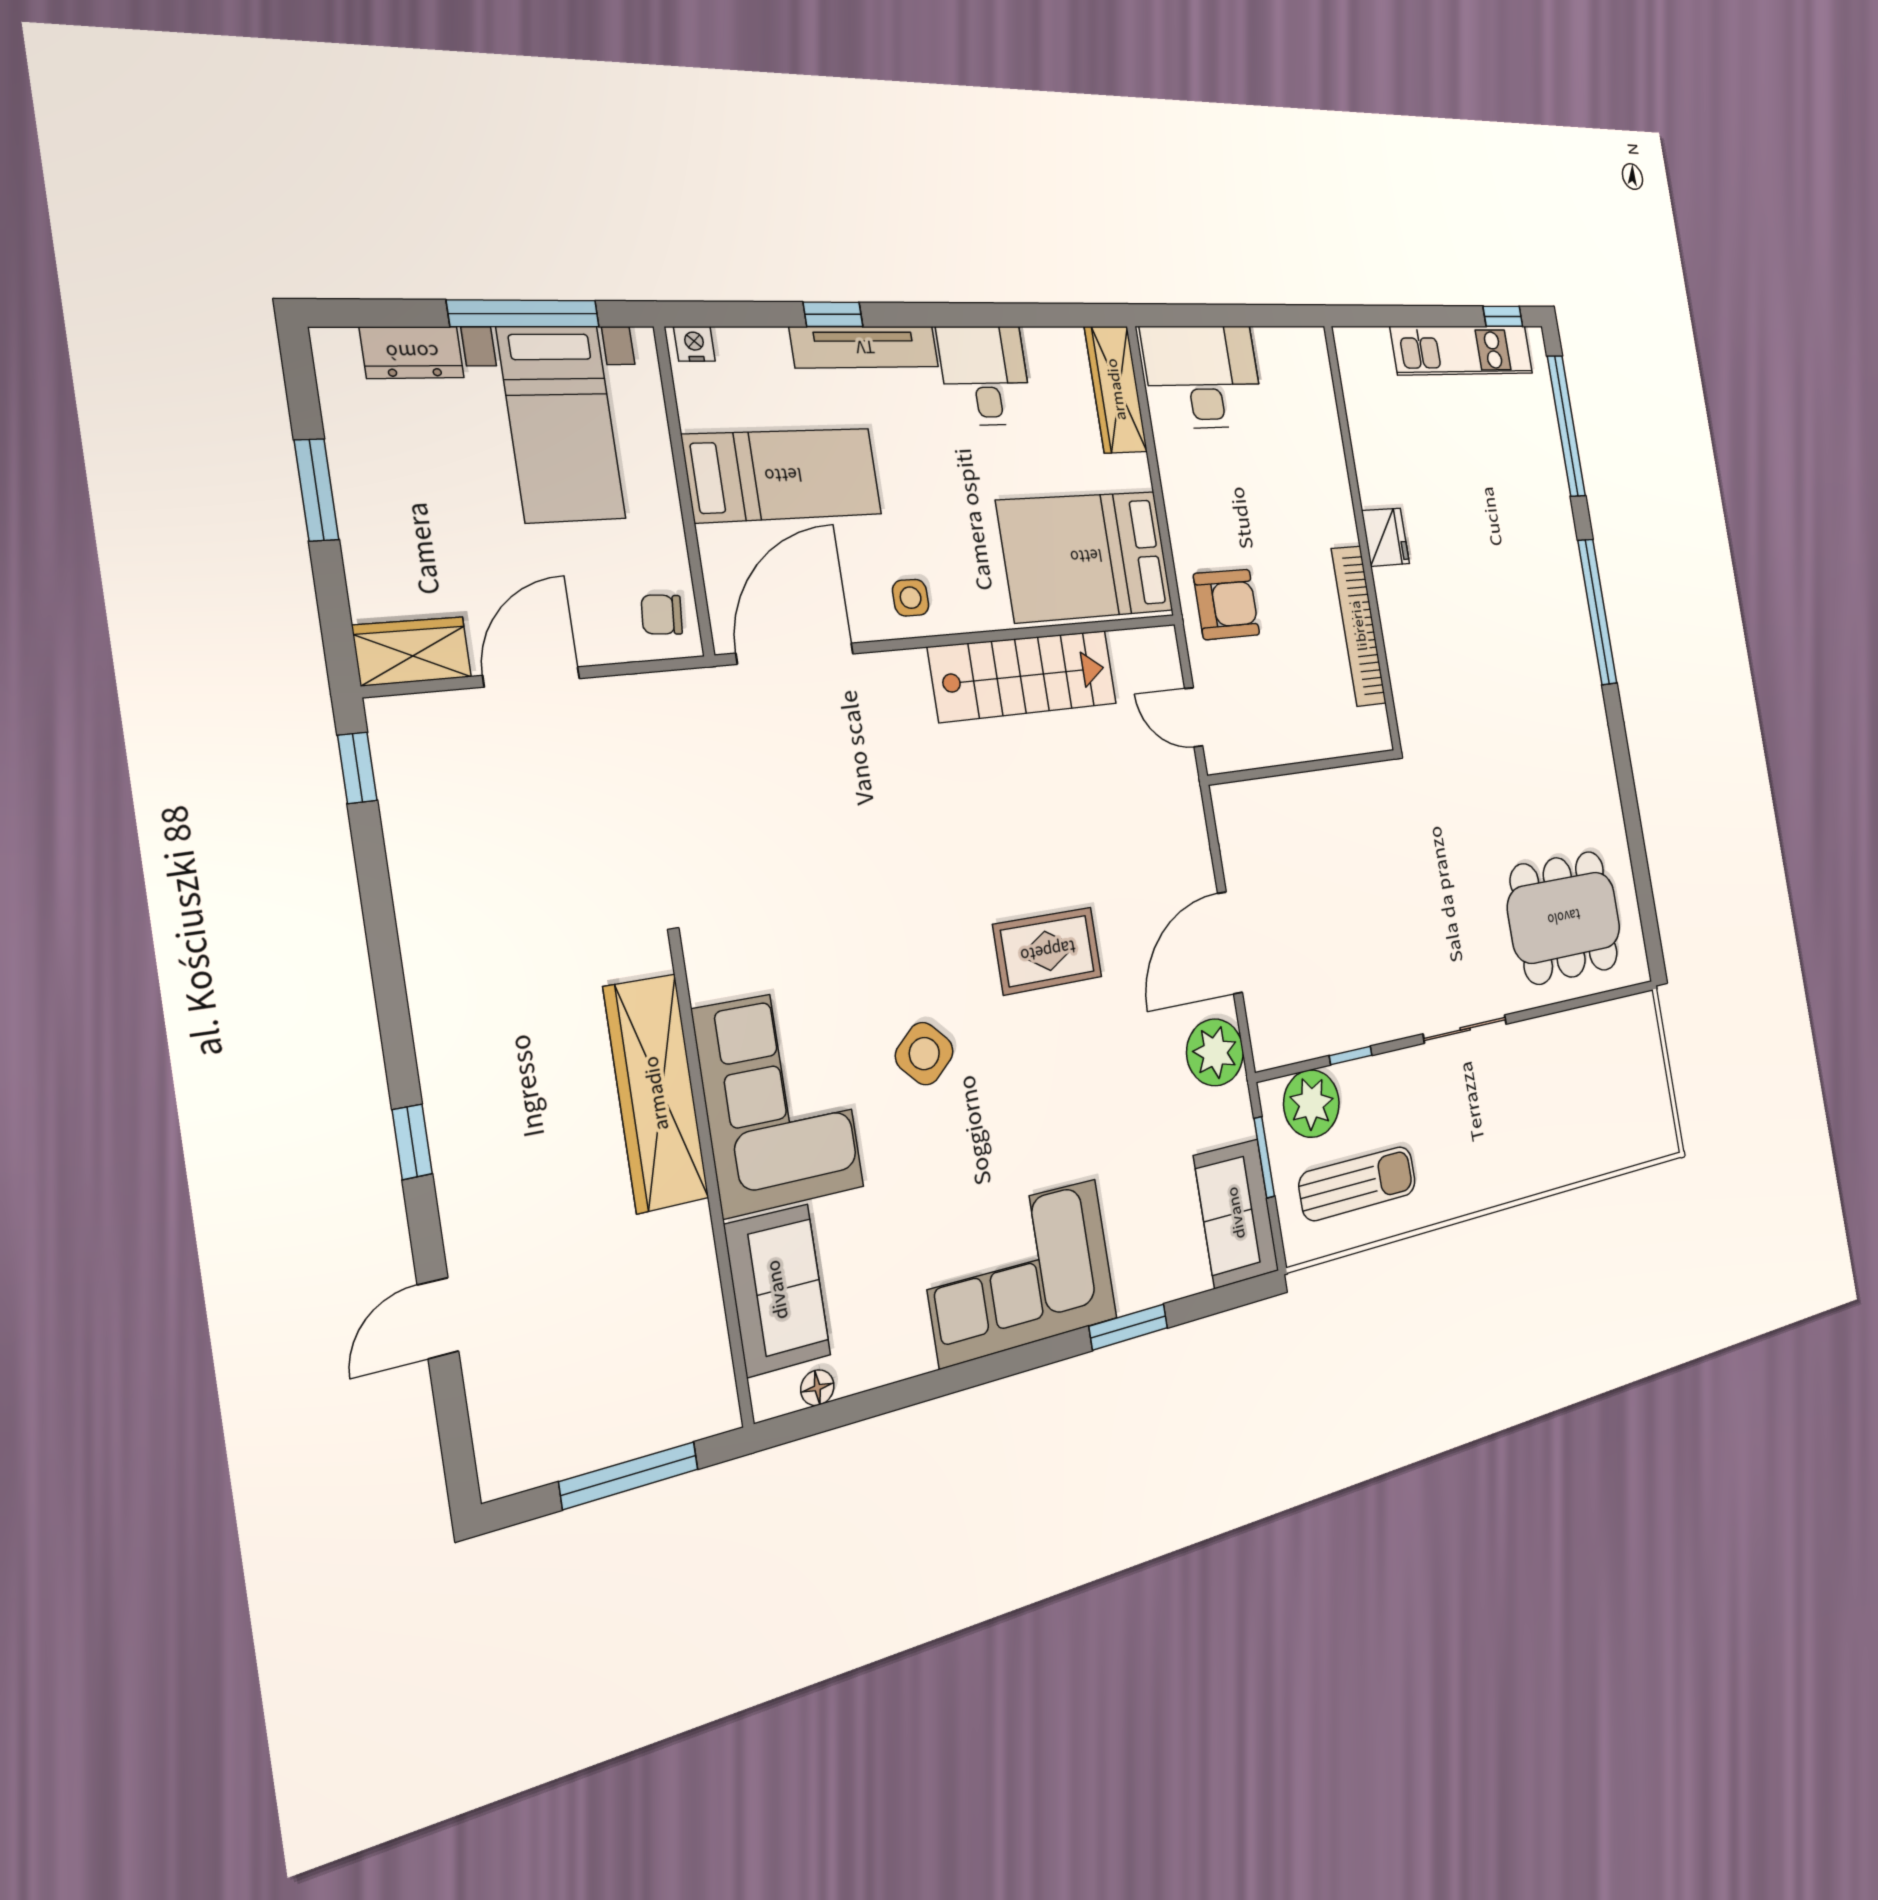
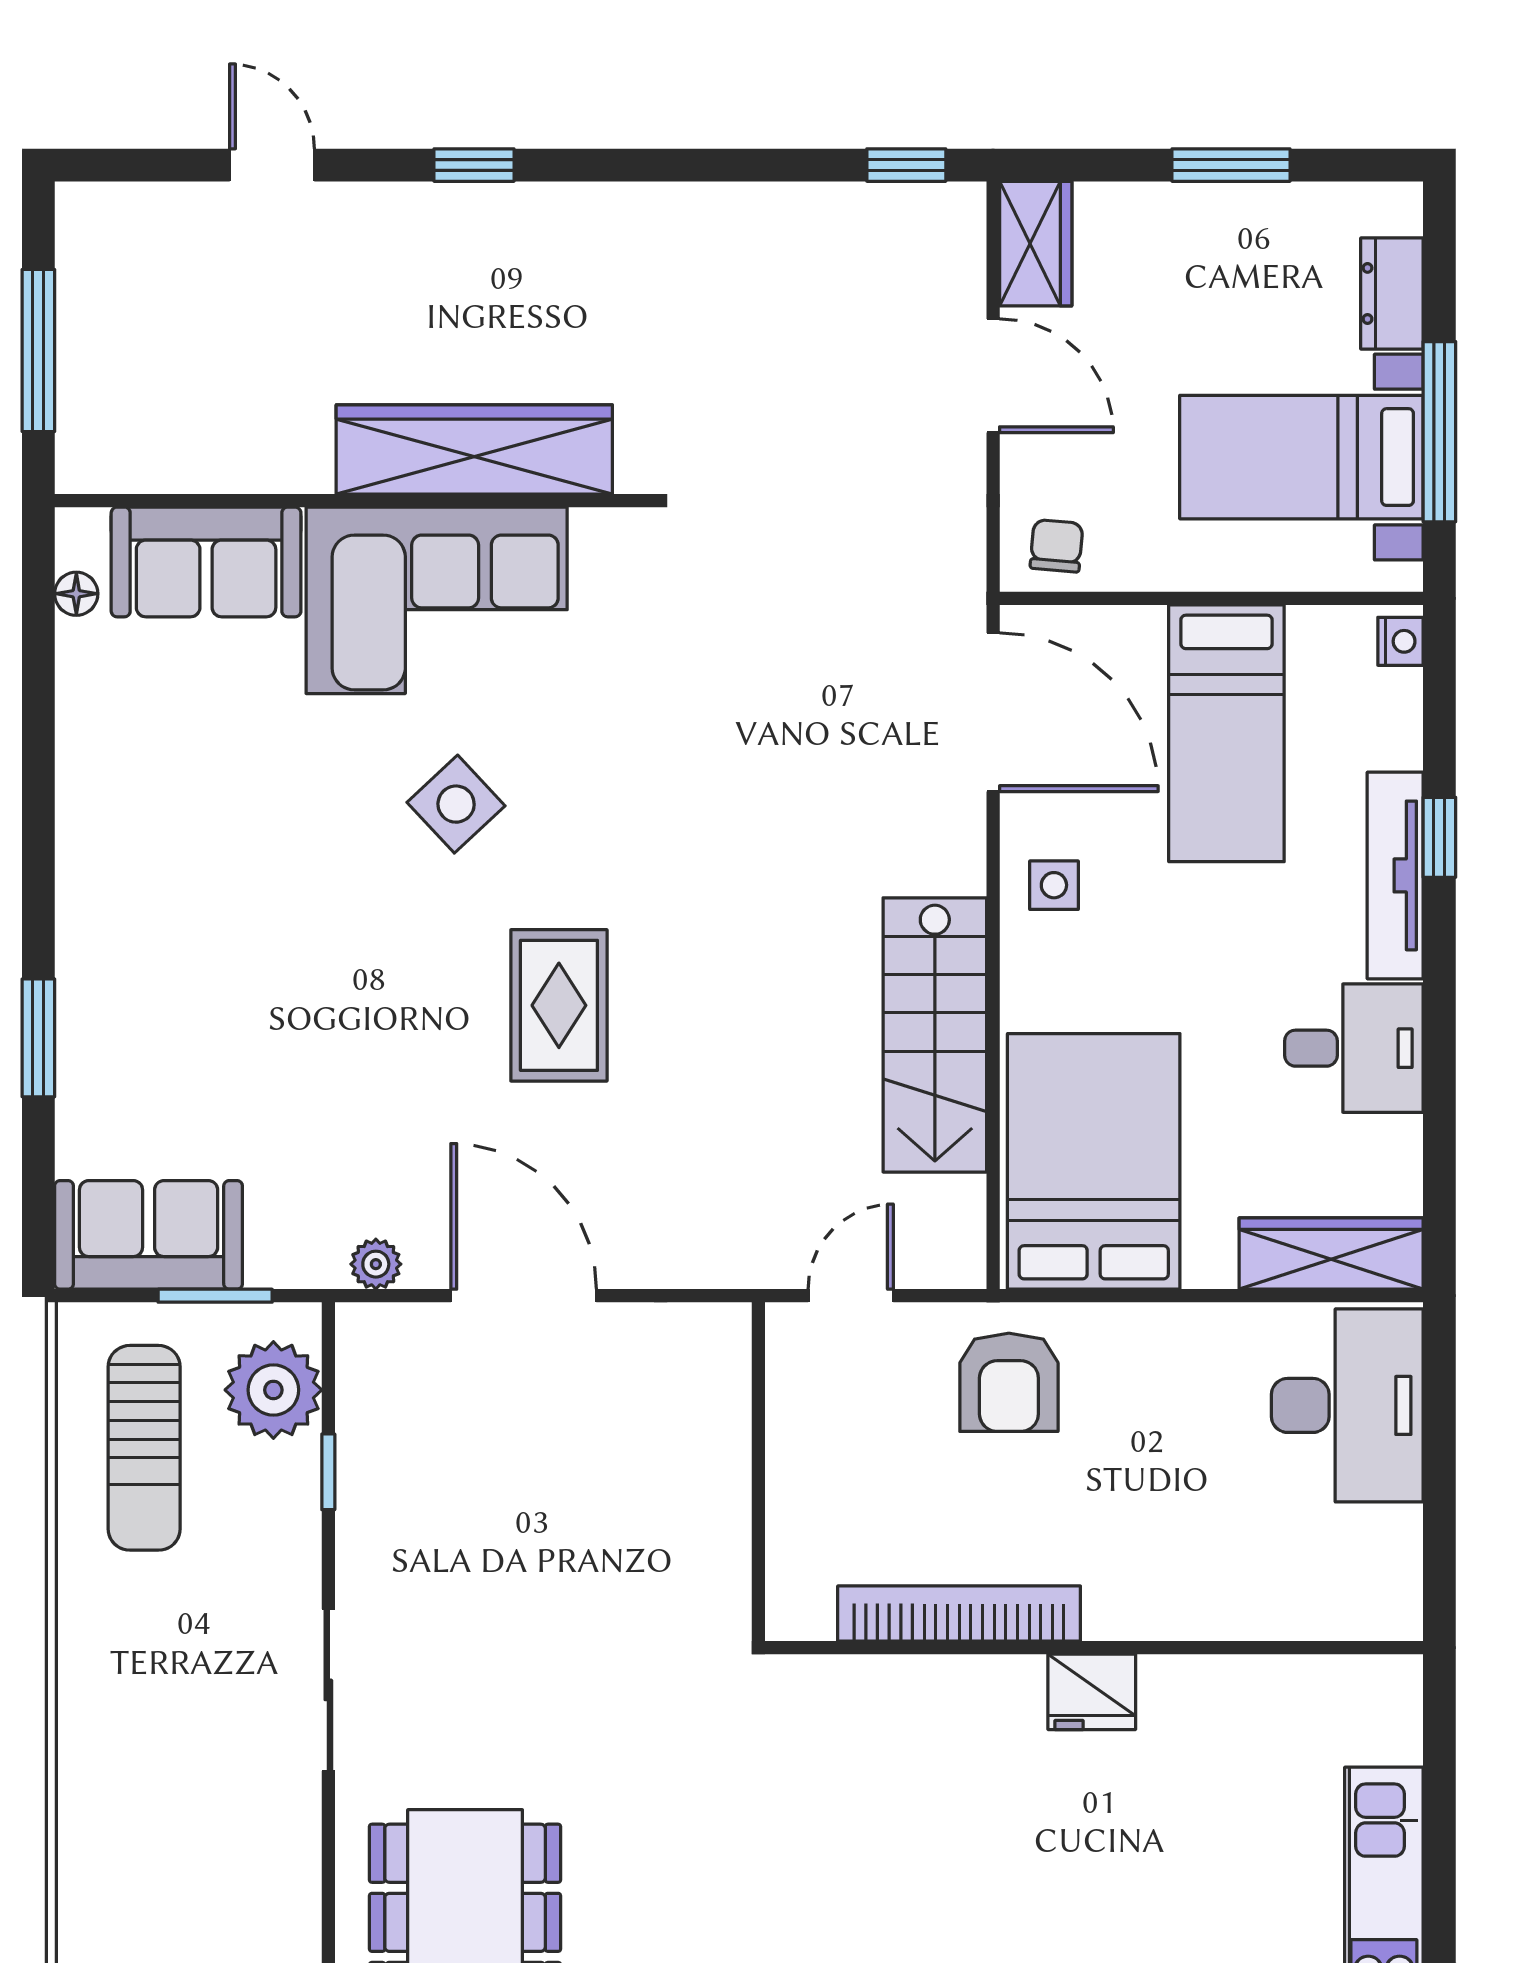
plant: (1215, 1052) -> (376, 1264), width x0.53, depth x0.53
corner sofa: (1019, 1272) -> (149, 890), removed

